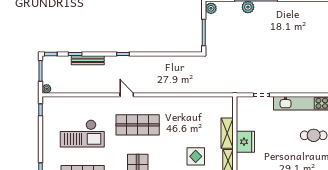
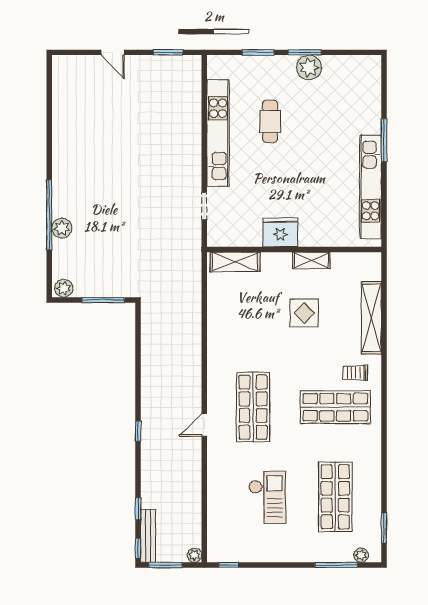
bench: (88, 60) -> (148, 536), moved
checkout: (82, 133) -> (267, 497), width x0.73, depth x0.83
shelving: (227, 133) -> (235, 262), moved

